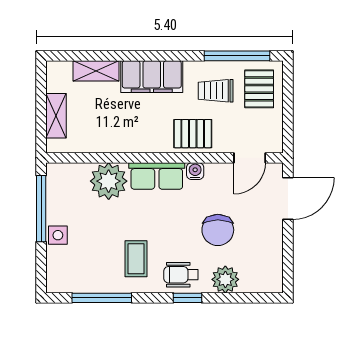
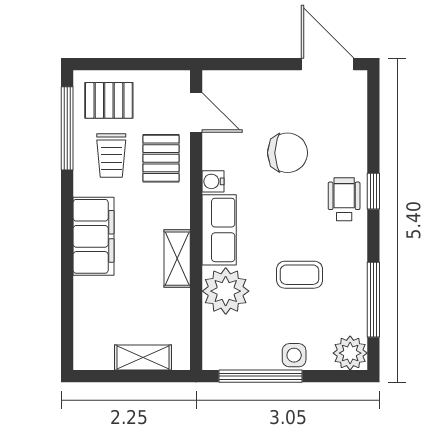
shelving: (96, 71) -> (177, 259), moved
pallet: (193, 134) -> (161, 158), moved
door: (288, 199) -> (328, 64), moved
coffee table: (136, 259) -> (300, 275), moved
wheelchair: (181, 275) -> (344, 199), turned 180
plant: (225, 279) -> (350, 353), moved

